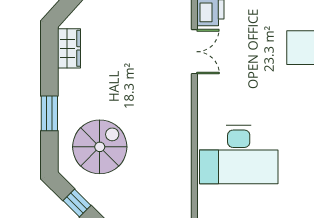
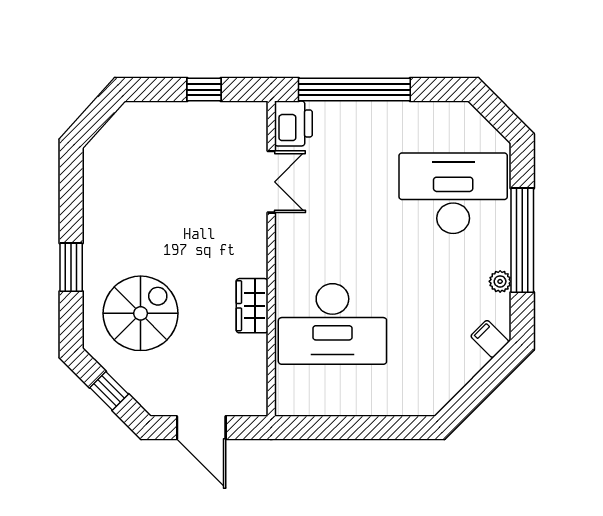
wardrobe: (69, 48) -> (252, 306), moved, turned 180

